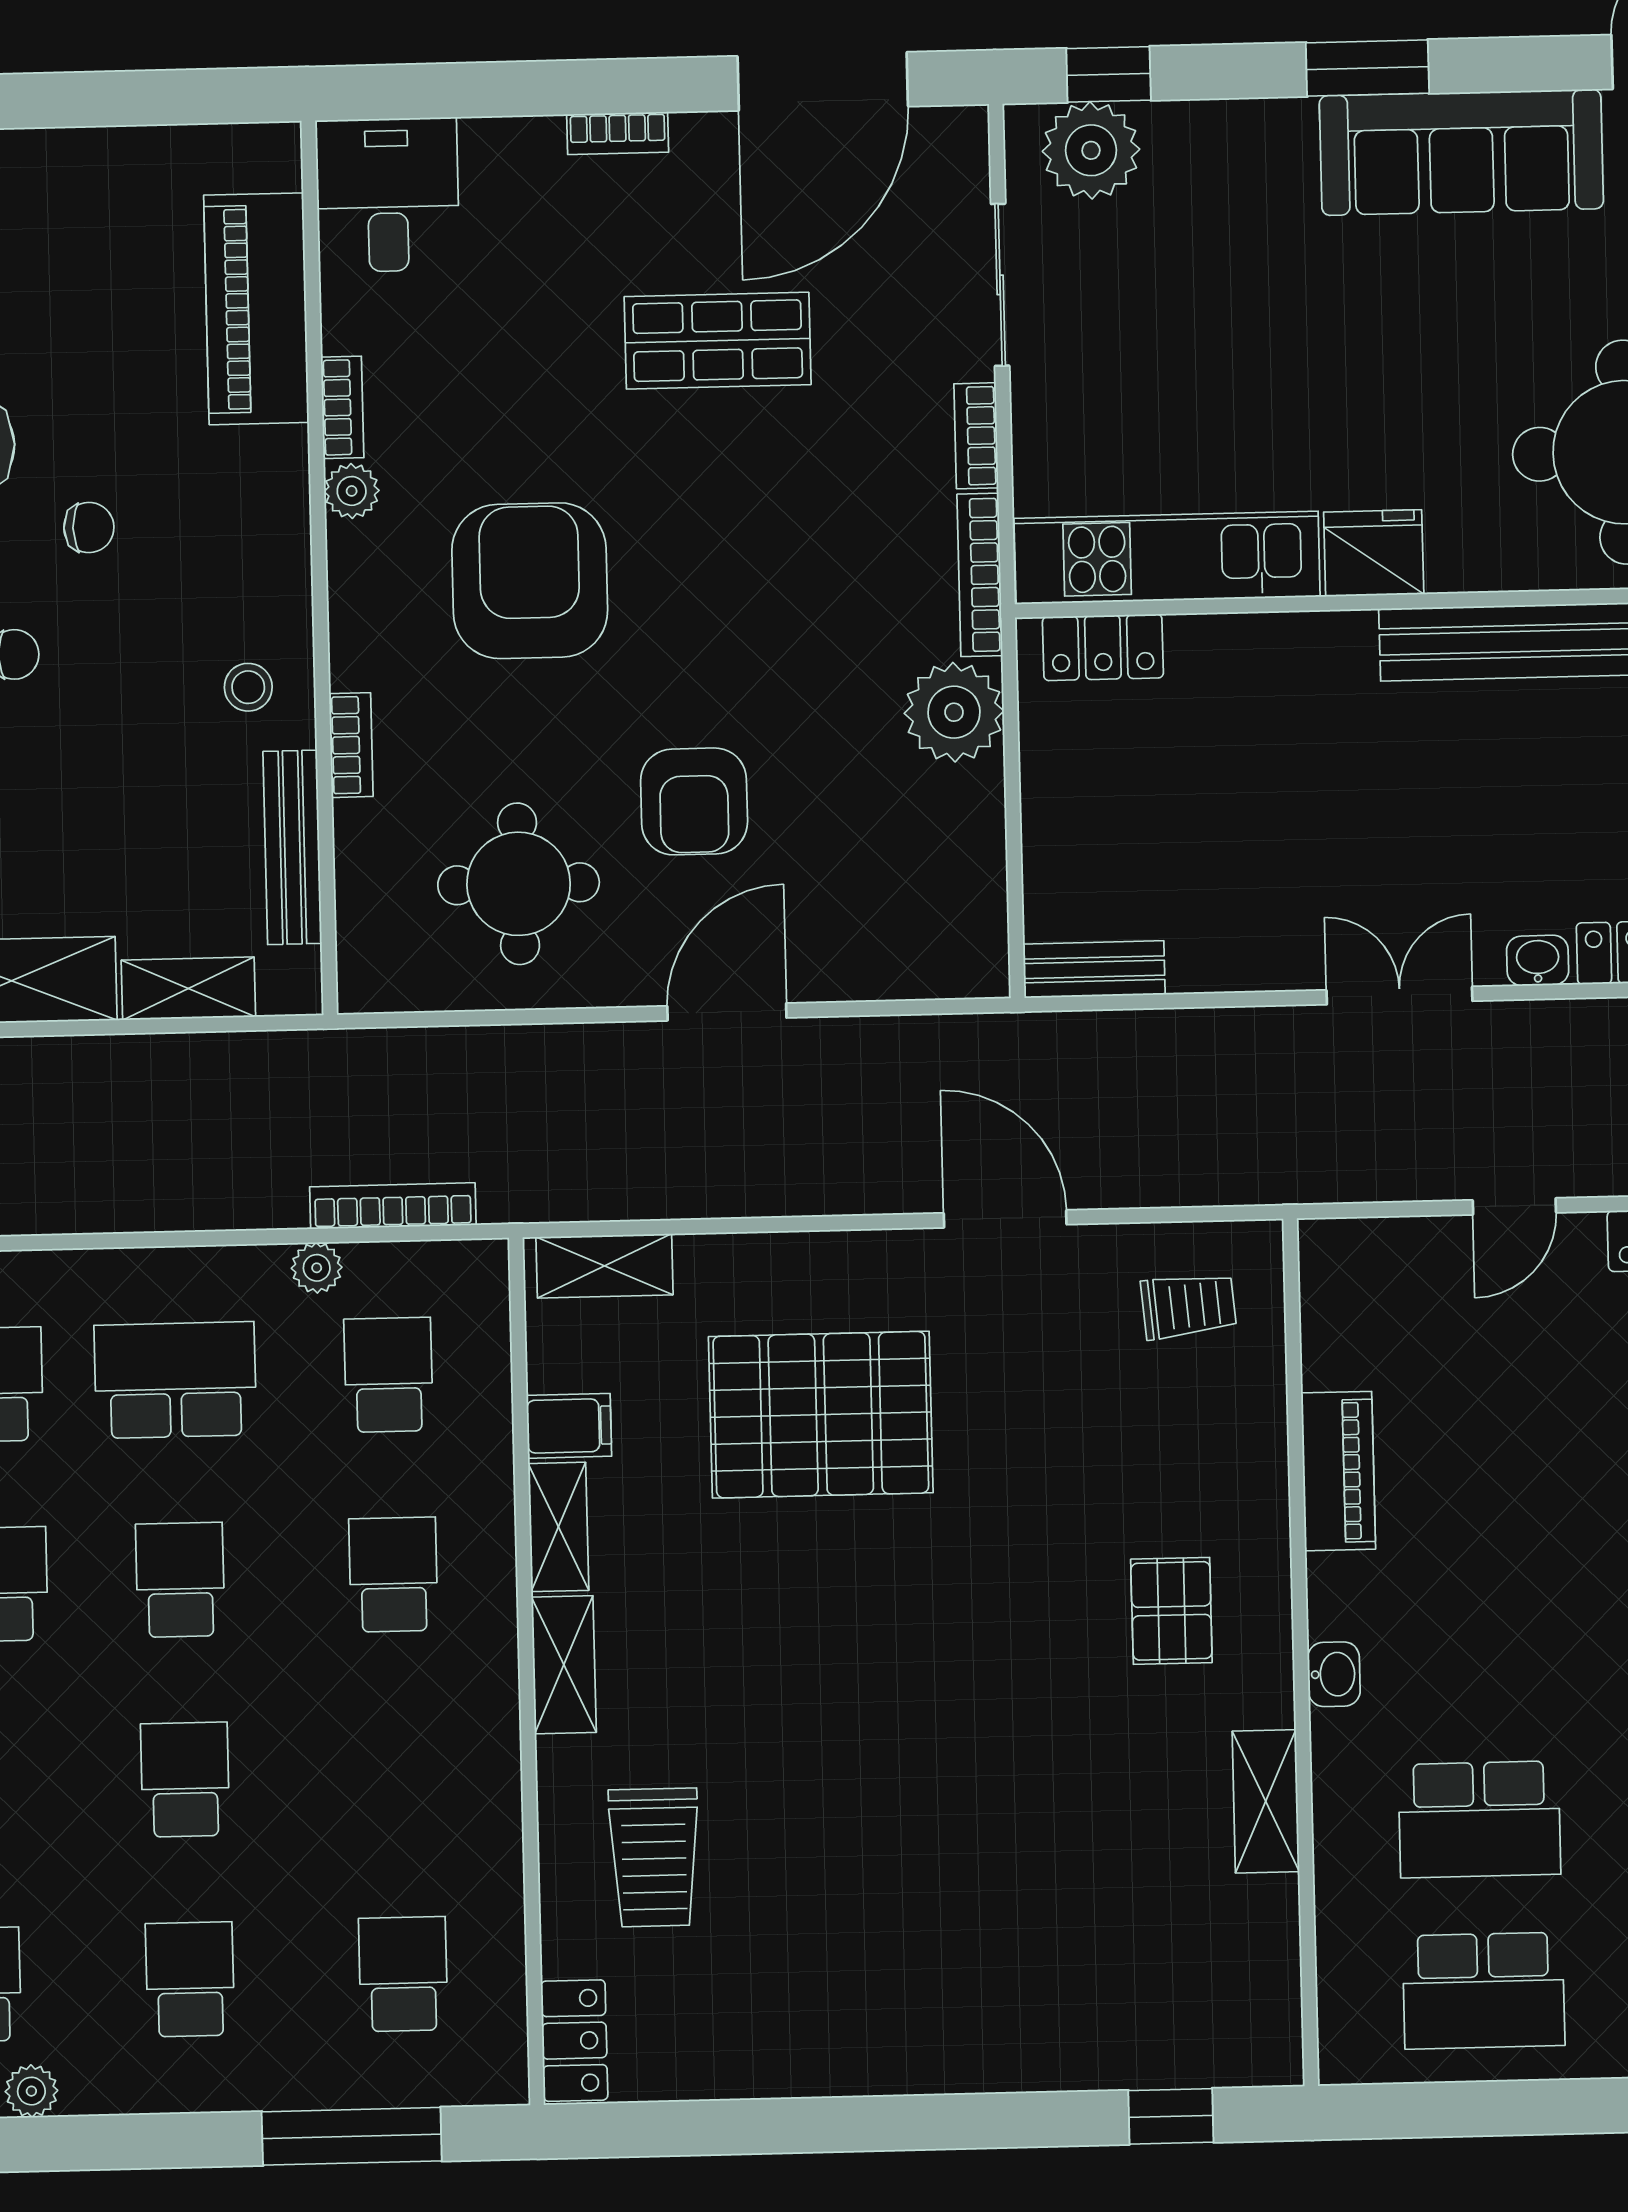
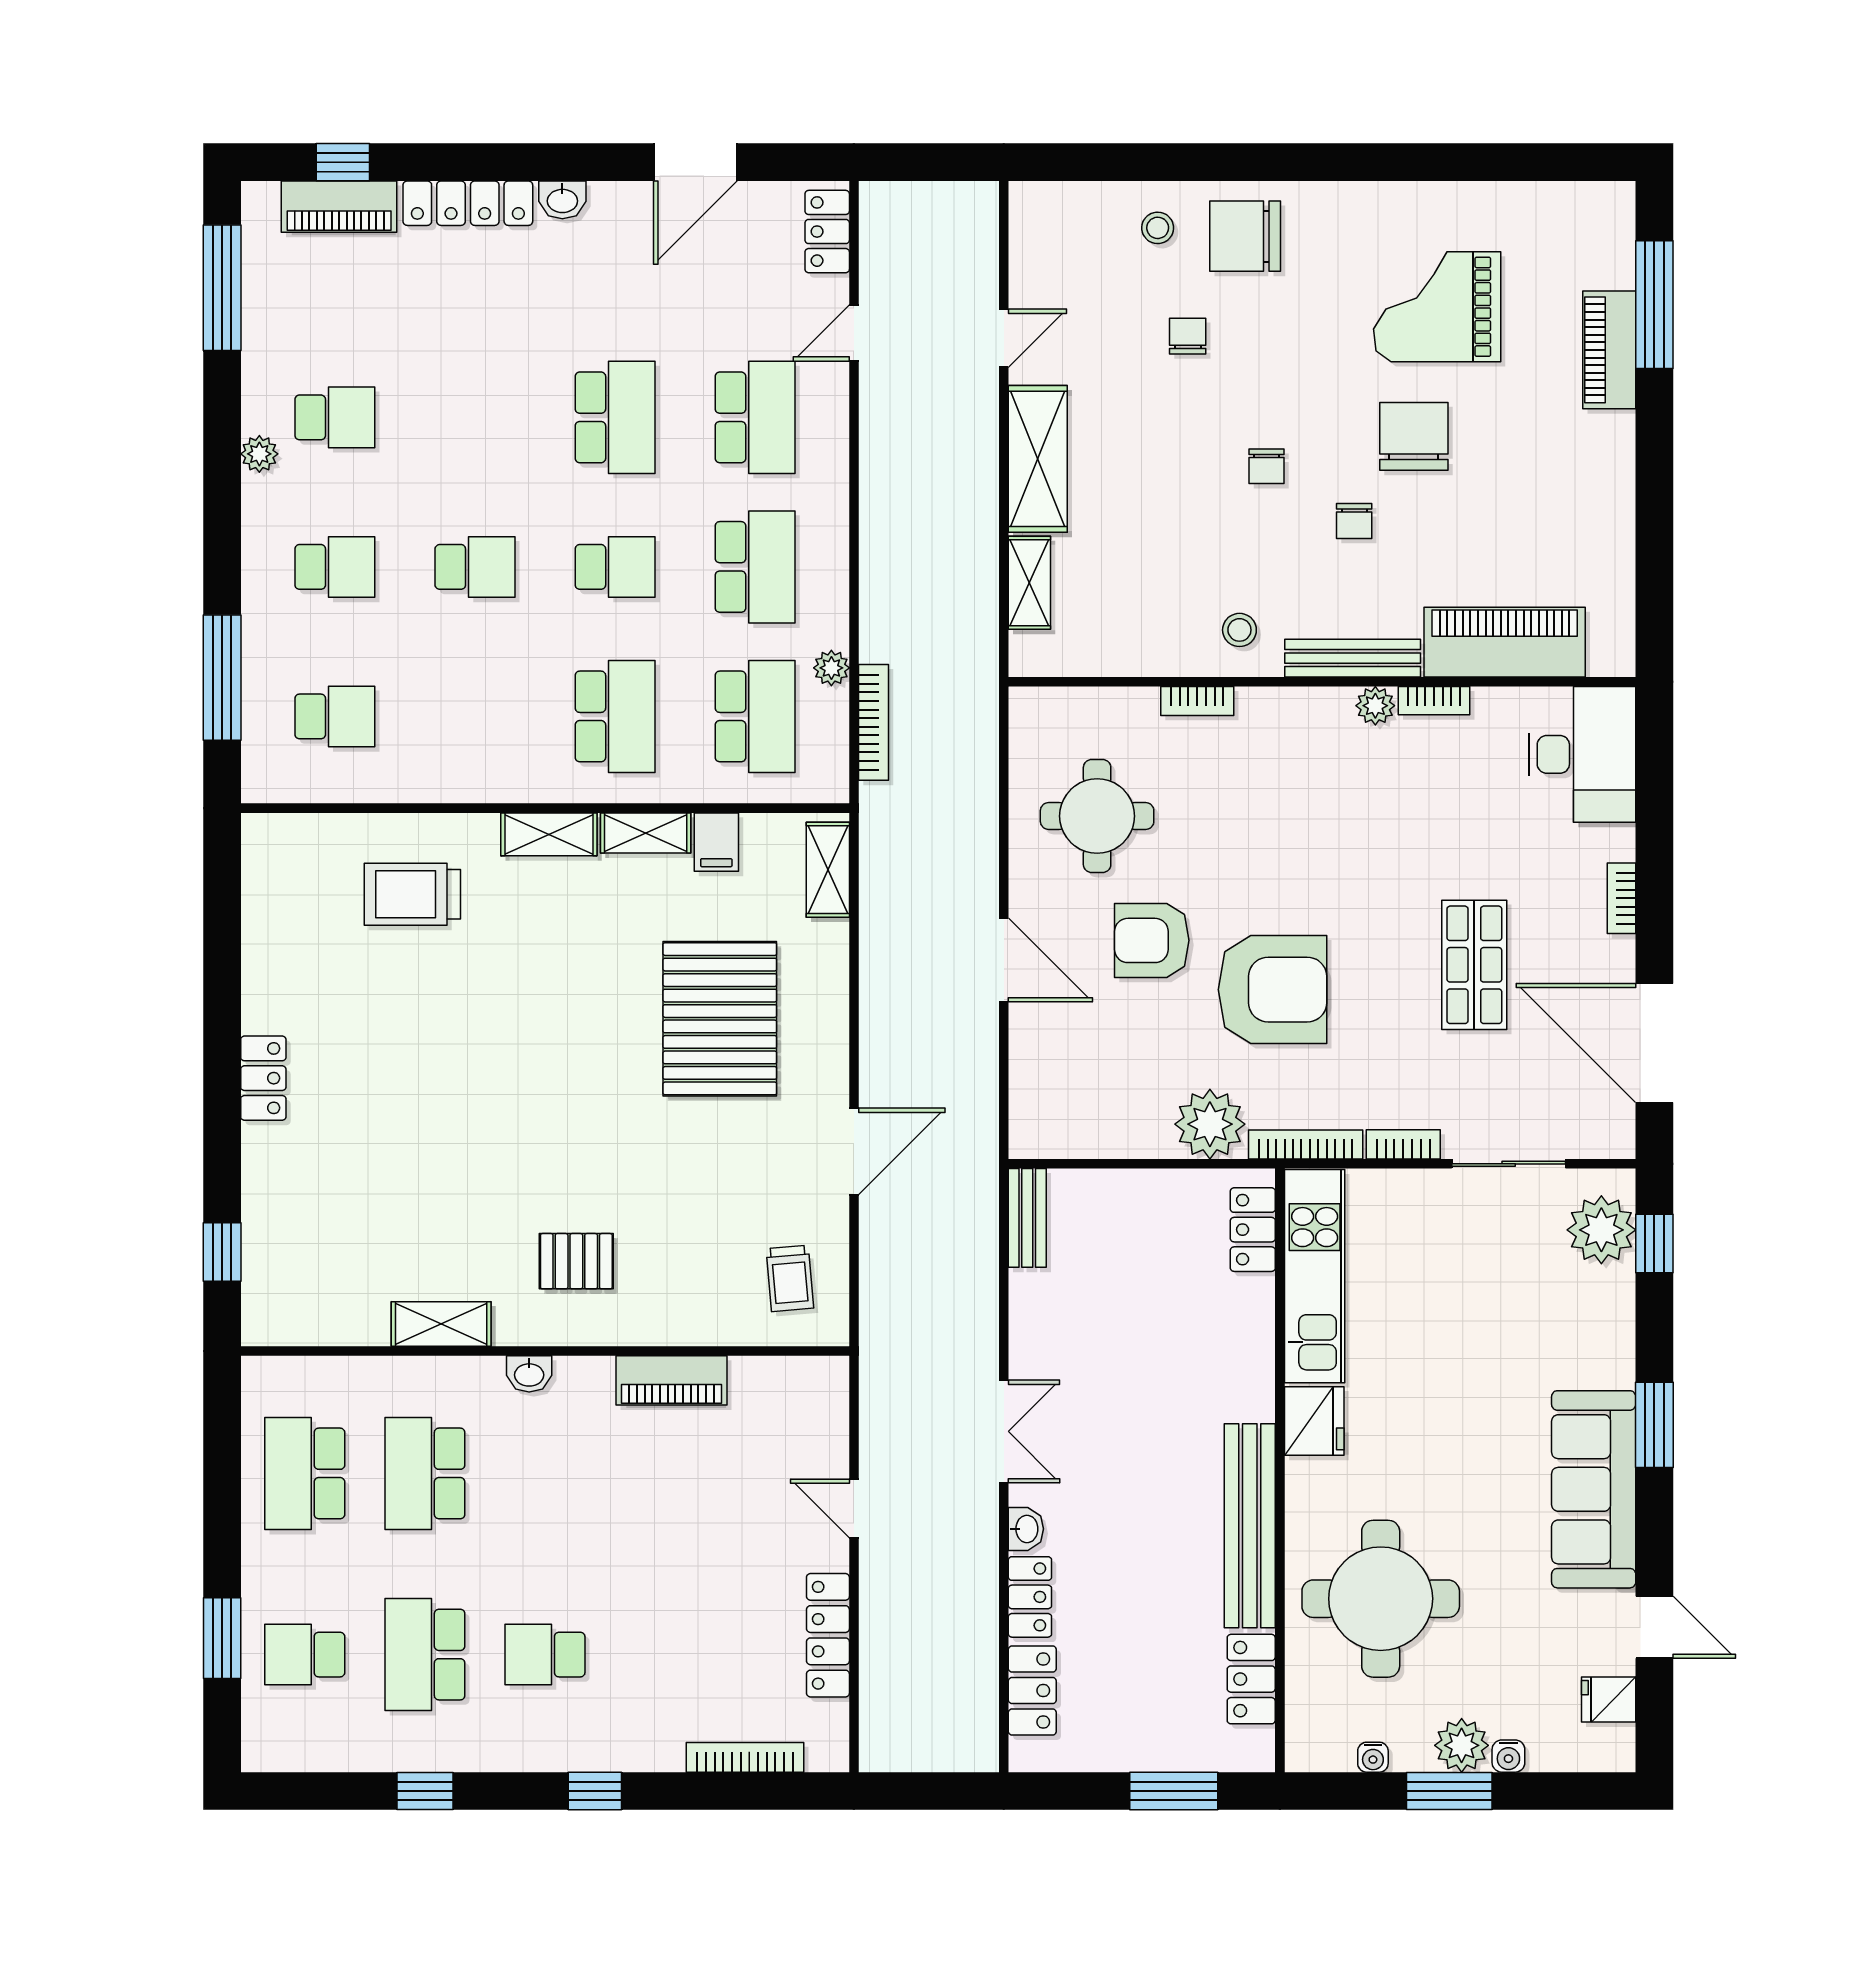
desk: (387, 195) -> (1582, 754), width x1.37
armchair: (530, 581) -> (1273, 990), moved
bench: (292, 847) -> (1353, 658), moved
school desk: (389, 1375) -> (755, 716), width x1.85
school desk: (393, 1575) -> (615, 716), width x1.85
locker: (574, 2041) -> (263, 1078), moved, turned -90

